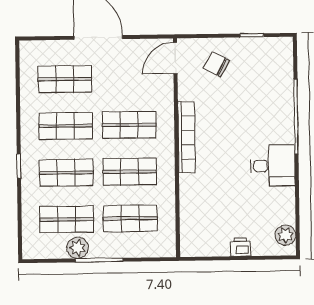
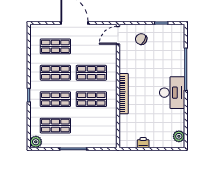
bookcase: (186, 137) -> (124, 94), moved
desk: (273, 166) -> (172, 93), width x1.37
shop shelf: (130, 218) -> (91, 126), removed
printer: (241, 247) -> (143, 143), moved
plant: (77, 248) -> (36, 142), moved

